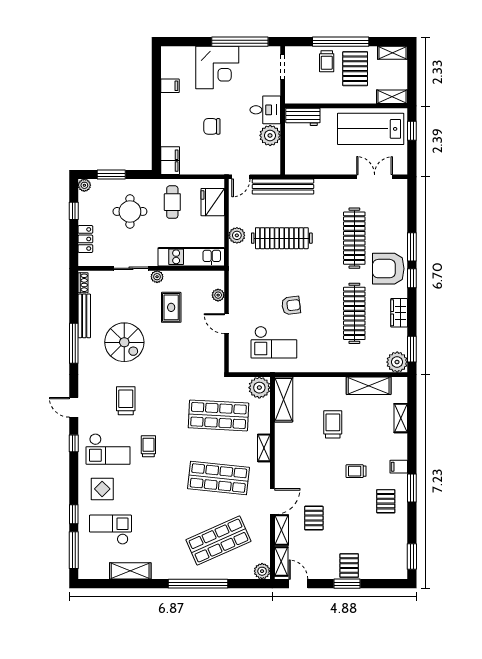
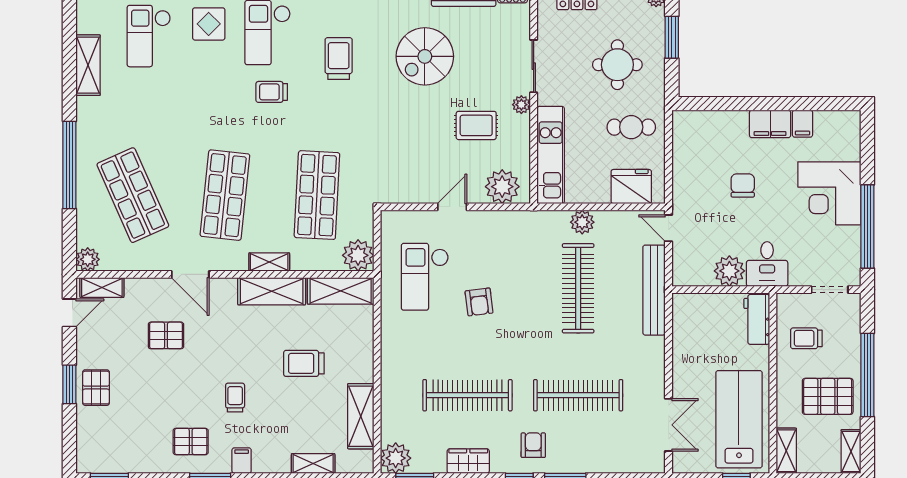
trolley: (327, 61) -> (806, 338), moved
filing cabinet: (170, 161) -> (770, 124), moved
armchair: (388, 269) -> (533, 445), width x0.53, depth x0.53
plant: (218, 295) -> (502, 187), width x1.87, depth x1.87
trolley: (126, 401) -> (339, 59), turned -90
trolley: (333, 424) -> (304, 363), turned 180
trolley: (148, 446) -> (272, 92), turned 180
checkout: (110, 530) -> (149, 36), turned 180
shelving: (281, 530) -> (272, 291), moved, width x1.50, depth x1.33
pallet: (349, 566) -> (96, 388), turned 90

